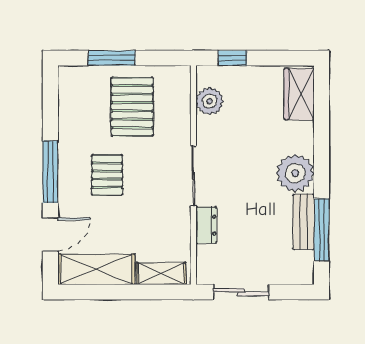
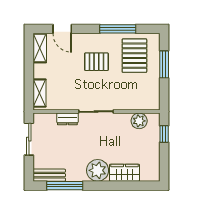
wardrobe: (299, 94) -> (125, 173), moved
pallet: (132, 107) -> (134, 56), moved, turned 90
window: (50, 172) -> (118, 29), moved
bench: (303, 222) -> (49, 175), moved
shelving: (96, 269) -> (40, 48), width x0.67, depth x0.75

